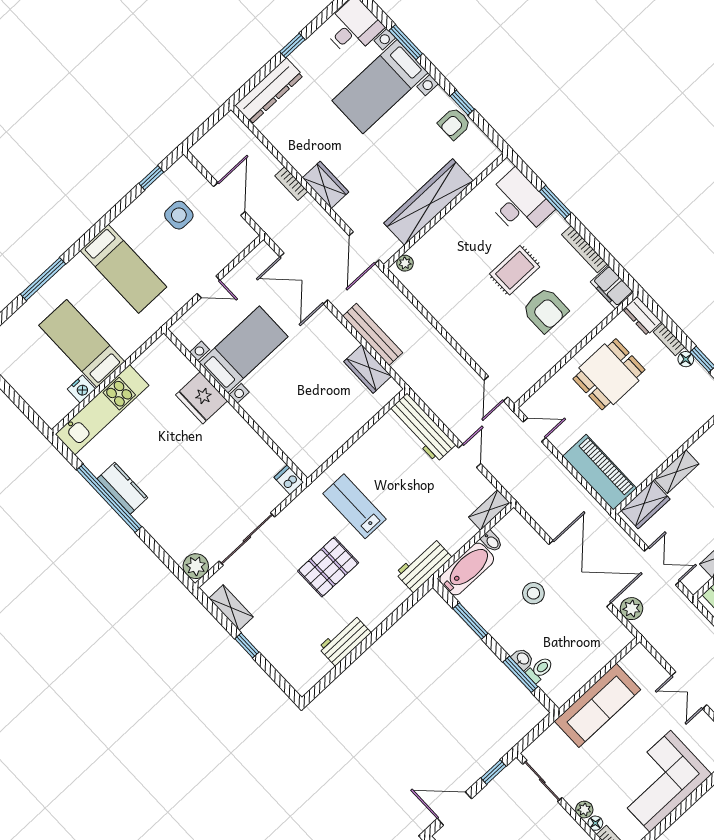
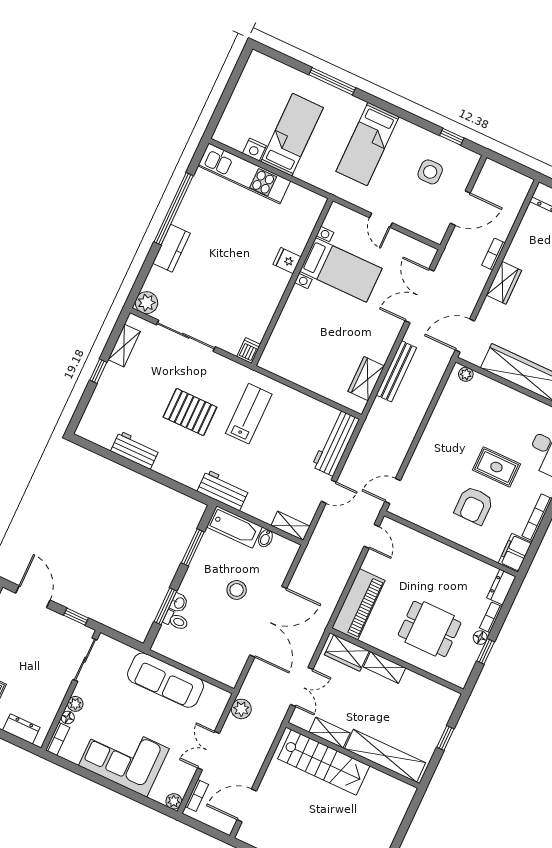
dining table: (609, 374) -> (430, 629), moved
fridge: (201, 398) -> (287, 261), width x0.53, depth x0.75
kitchen counter: (122, 488) -> (171, 248), moved
plant: (631, 609) -> (241, 709), moved

